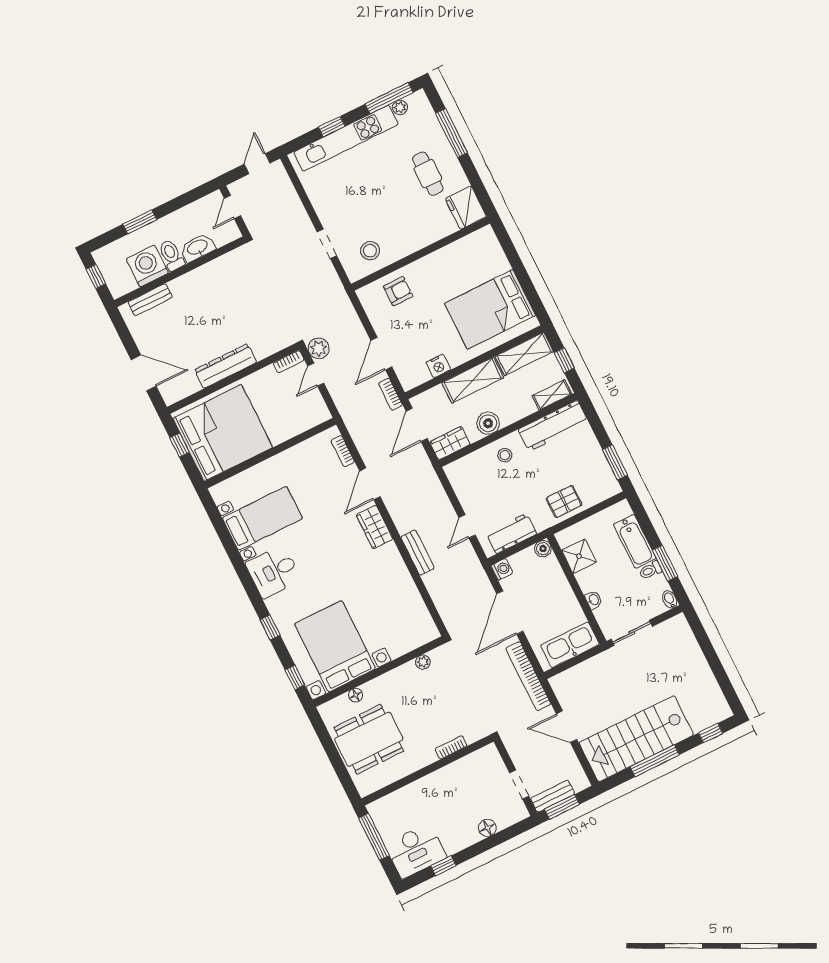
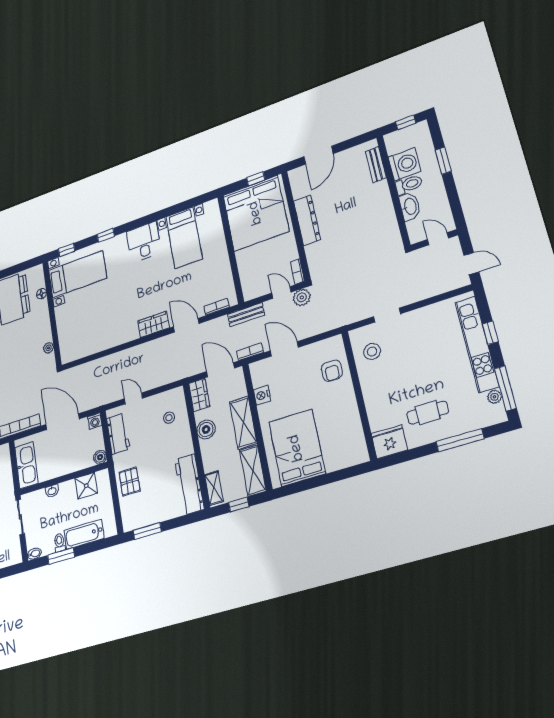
stool: (505, 455) -> (169, 418), moved
bench: (418, 553) -> (246, 315), moved
bed with nightstands: (335, 646) -> (77, 274), width x0.73

